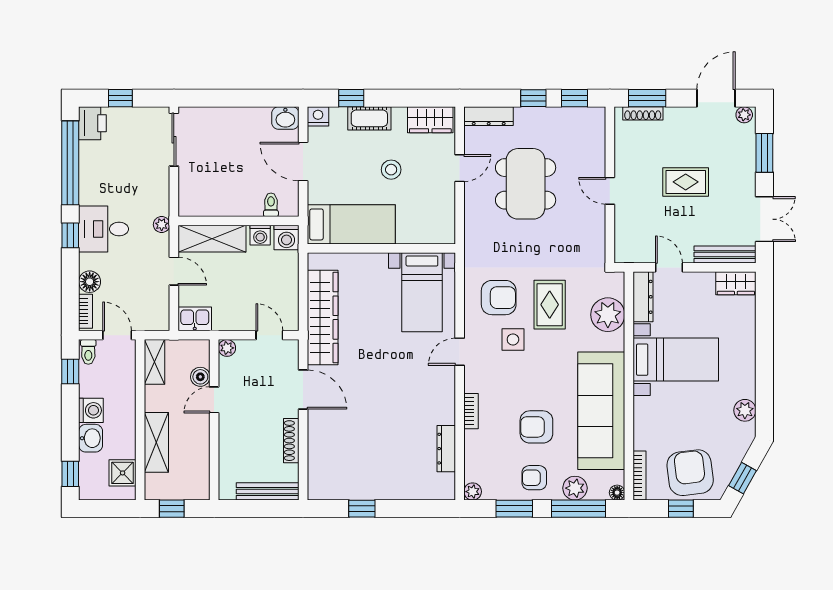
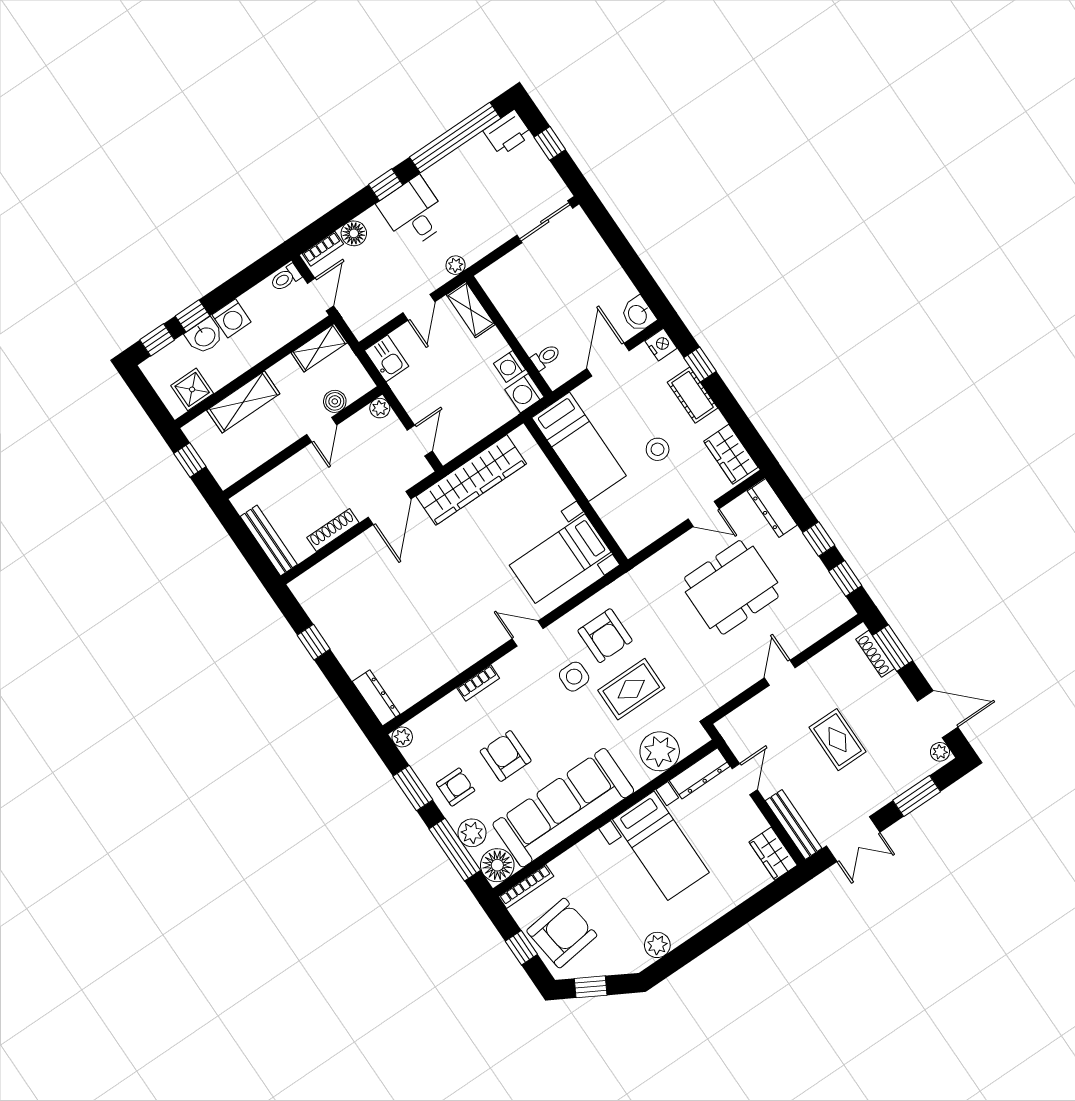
shelving: (212, 239) -> (471, 310), width x0.67, depth x0.75
window: (70, 371) -> (193, 316), moved
door: (214, 400) -> (322, 430), swing flipped
dresser: (446, 449) -> (376, 698), moved, turned 90
armchair: (534, 478) -> (456, 787), turned 90
floor lamp: (617, 493) -> (497, 865), width x1.89, depth x1.89

